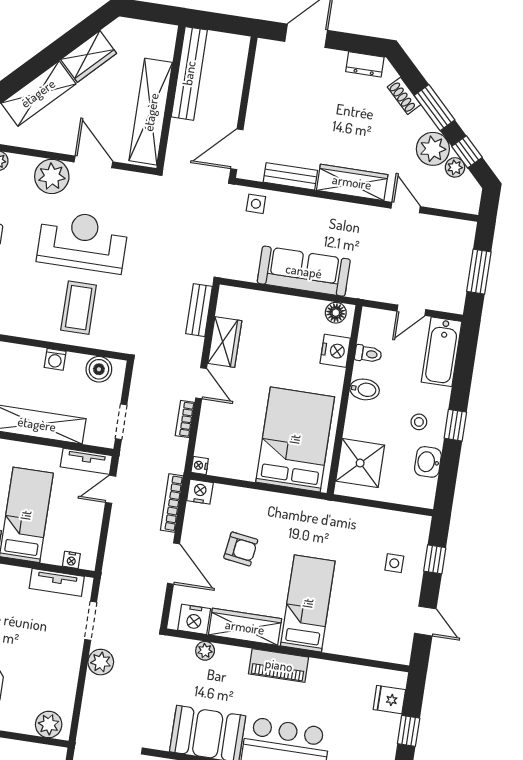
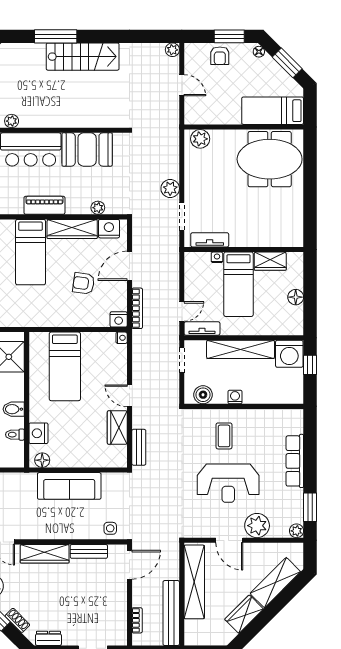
coffee table: (79, 308) -> (224, 436), width x0.73, depth x0.77
bookcase: (185, 419) -> (137, 620), moved
bed: (295, 439) -> (65, 366), width x0.67
nightstand: (71, 560) -> (217, 257), moved
door: (173, 564) -> (129, 266), hinge flipped

